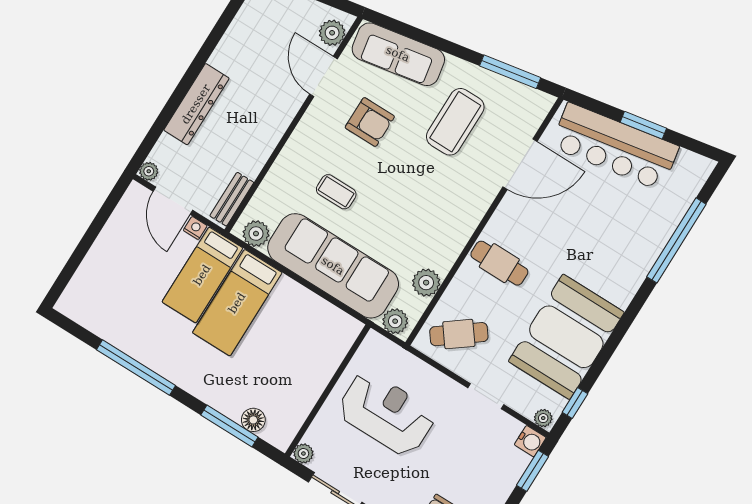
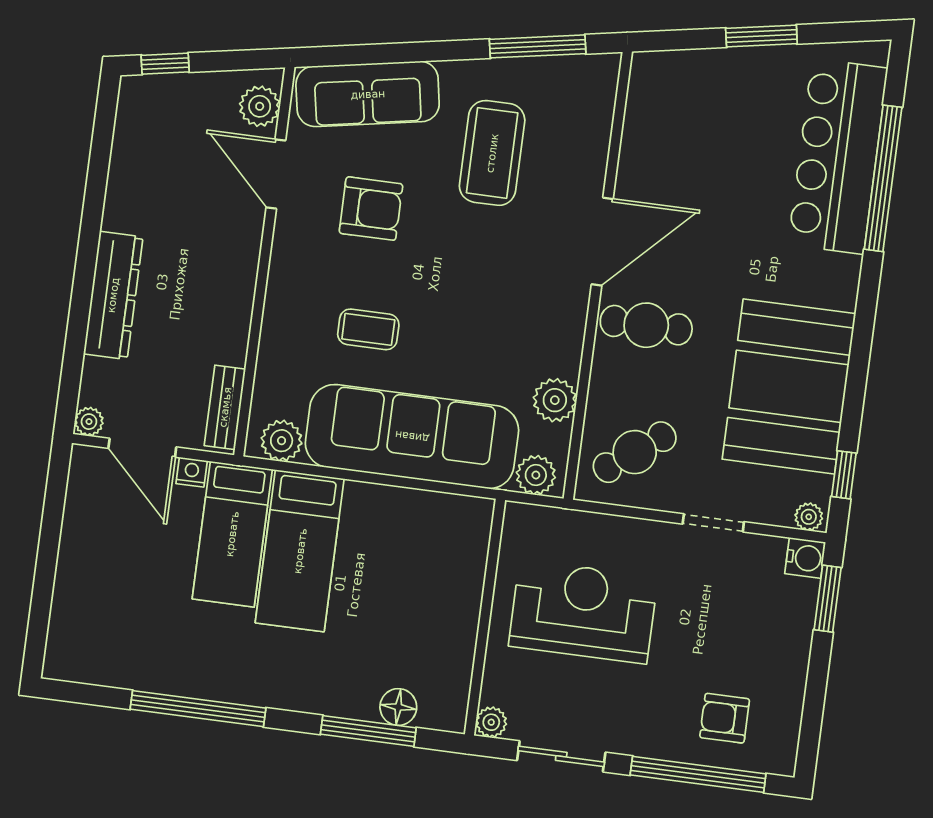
bar counter: (615, 147) -> (838, 156), moved, turned 100
door: (520, 164) -> (602, 242), moved

